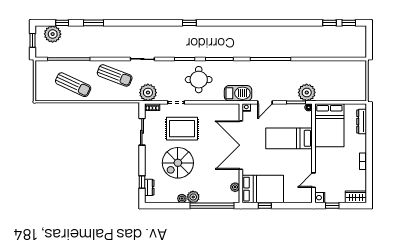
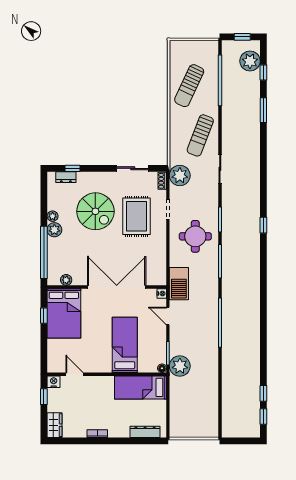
bed: (329, 125) -> (140, 387), width x0.67
spiral stairs: (178, 163) -> (95, 211), turned 180

